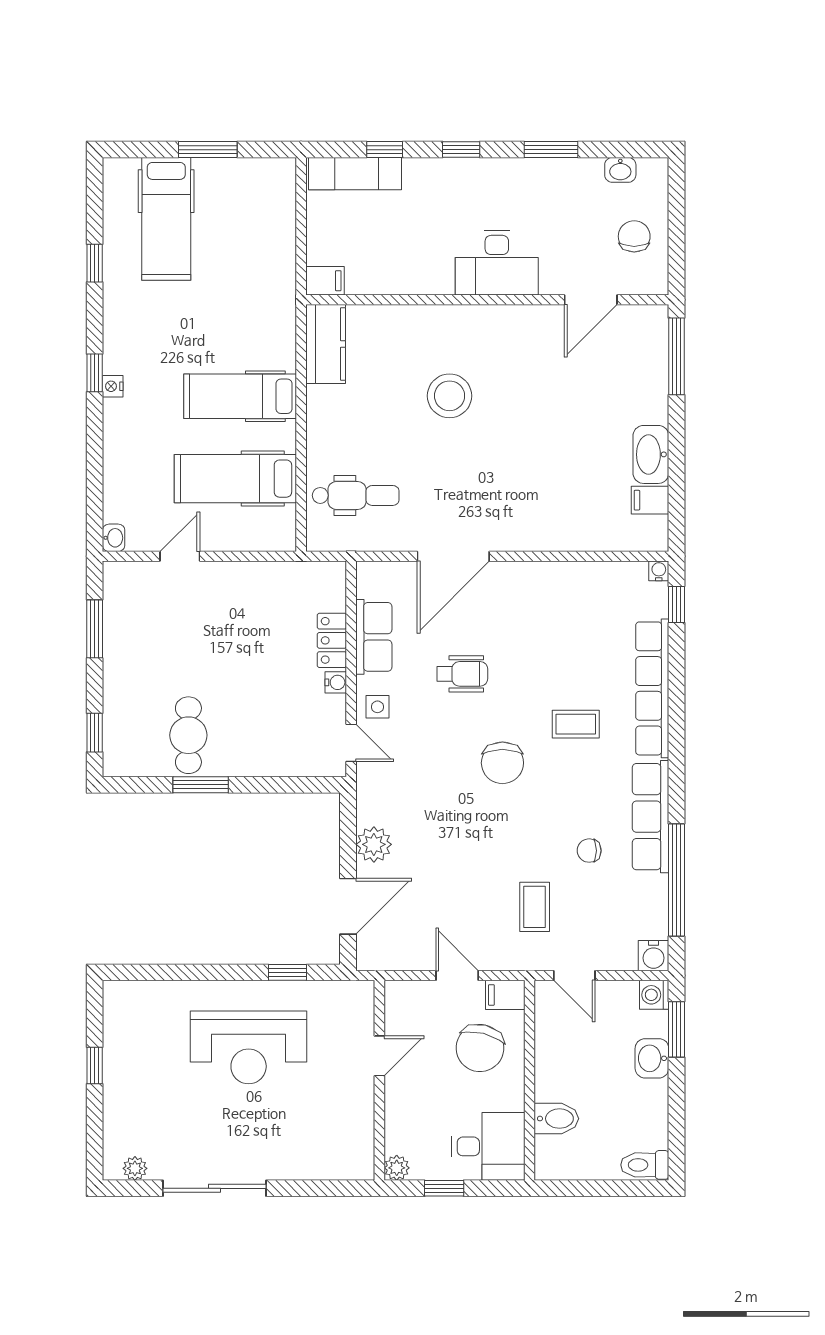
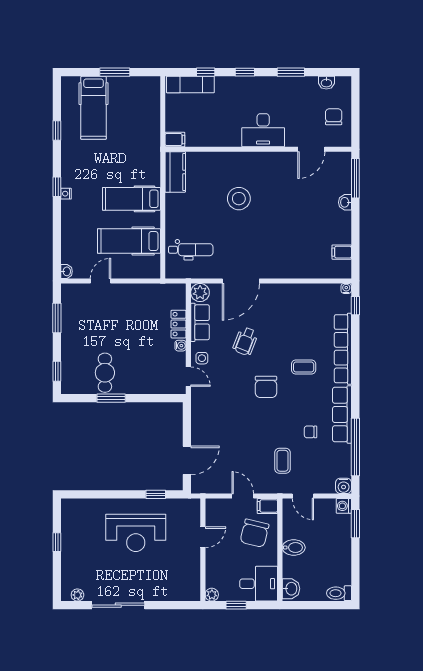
washbasin: (651, 454) -> (345, 202), moved, width x0.52, depth x0.69
wheelchair: (462, 674) -> (245, 341), turned 111
plant: (374, 844) -> (200, 293), moved
washbasin: (652, 1058) -> (291, 589), moved, turned 180
bidet: (556, 1119) -> (294, 548), moved

